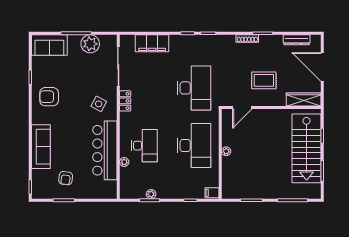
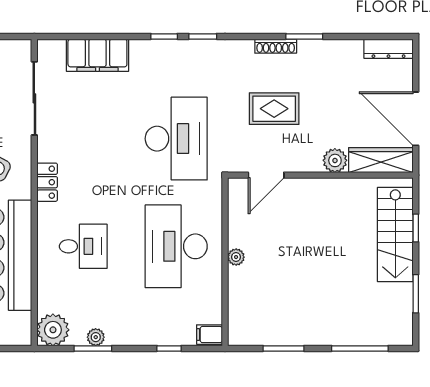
dresser: (297, 40) -> (389, 49), moved
door: (322, 67) -> (416, 119), moved
rug: (264, 80) -> (274, 109), moved
plant: (279, 100) -> (335, 160), added
locker: (125, 101) -> (47, 182), moved
desk: (144, 146) -> (83, 246), width x0.73
desk: (194, 146) -> (176, 246), turned 180
stairs: (307, 148) -> (395, 234), width x0.73, depth x0.66
plant: (124, 162) -> (53, 330), moved, width x1.88, depth x1.88

